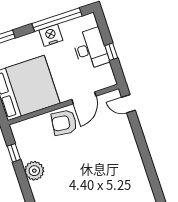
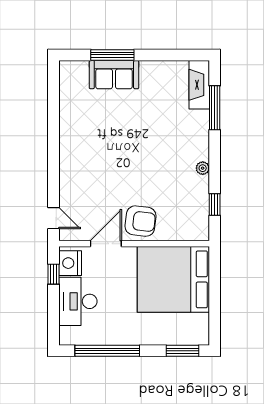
nightstand: (51, 35) -> (70, 263), moved, turned 90
window: (111, 52) -> (53, 274), moved
plant: (34, 171) -> (203, 168), width x0.53, depth x0.53

